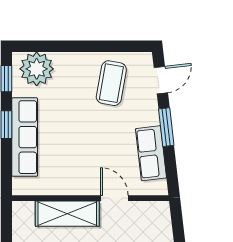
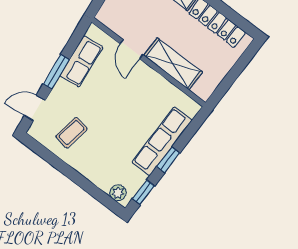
plant: (37, 69) -> (118, 193), width x0.53, depth x0.53
coffee table: (111, 83) -> (71, 133), width x0.73, depth x0.77

